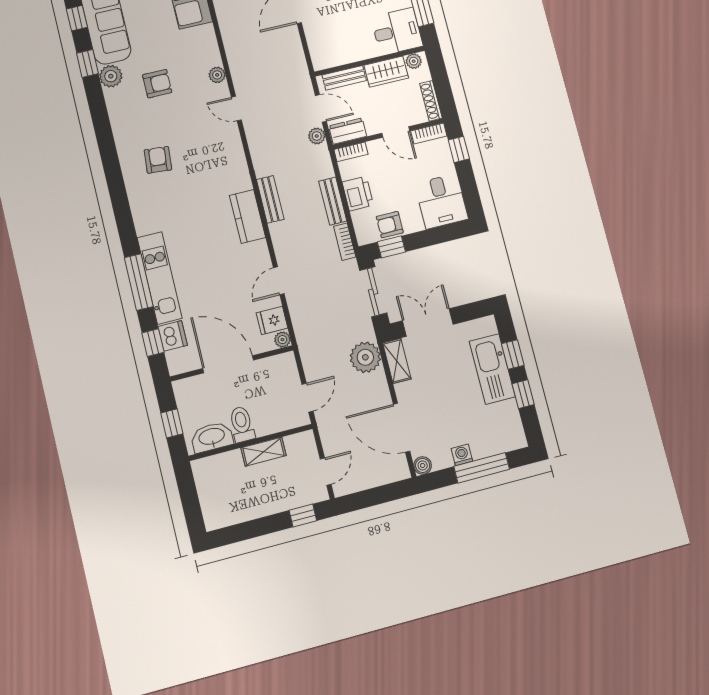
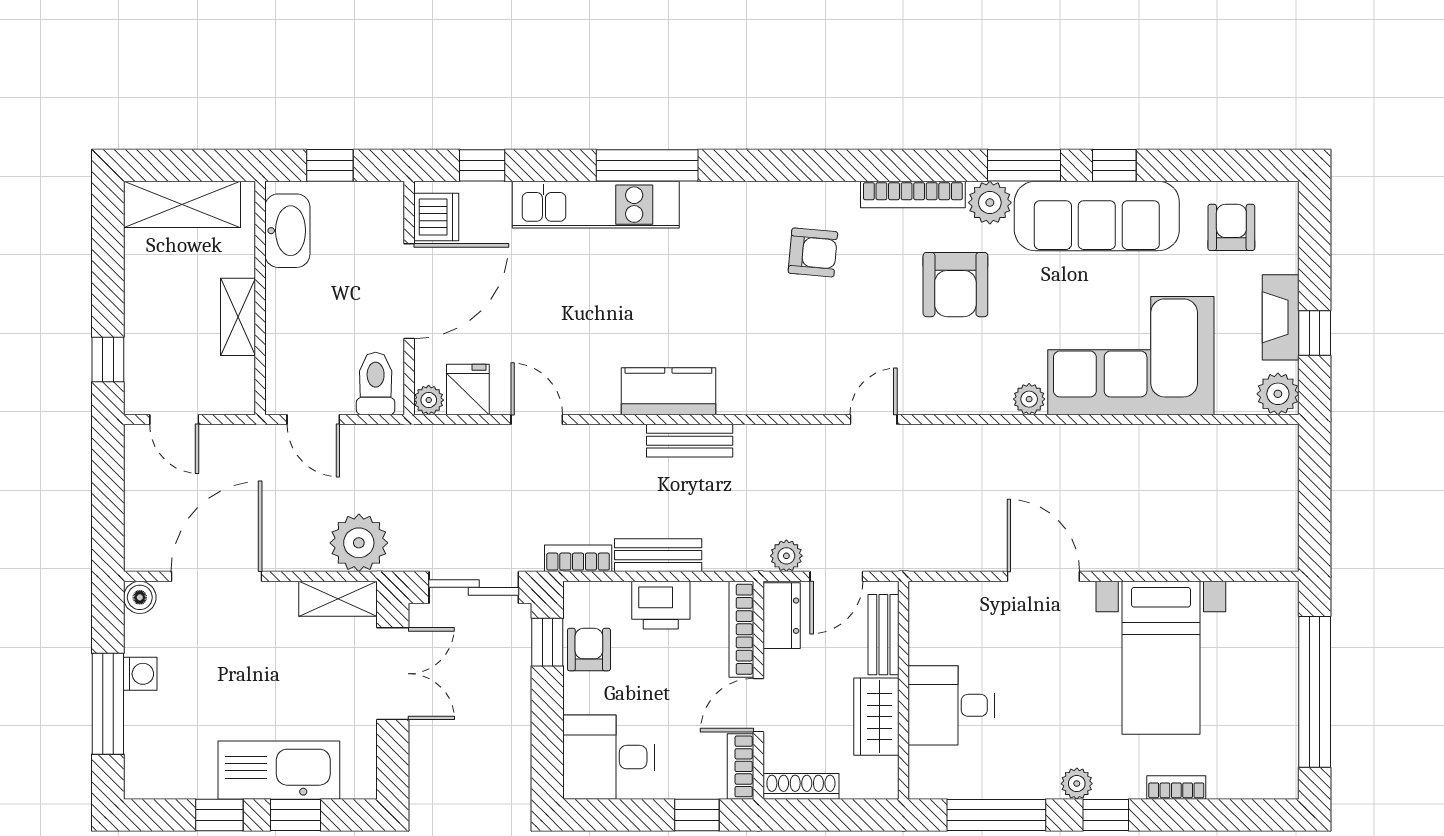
desk: (397, 31) -> (951, 705), moved, turned 90
plant: (414, 61) -> (884, 773), removed
window: (87, 63) -> (1024, 165), width x1.50
plant: (217, 75) -> (1029, 399), moved
armchair: (157, 84) -> (955, 285), width x1.38, depth x1.38
bookcase: (116, 116) -> (913, 194), added
bookcase: (351, 152) -> (741, 629), width x1.56
window: (139, 282) -> (647, 165), moved
dishwasher: (173, 336) -> (436, 217), moved, turned -90
toilet: (242, 424) -> (376, 383), moved, turned -90
shelving: (211, 497) -> (182, 204), added

